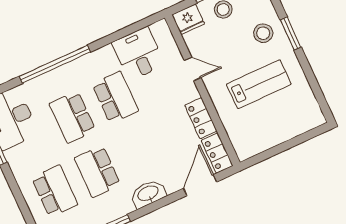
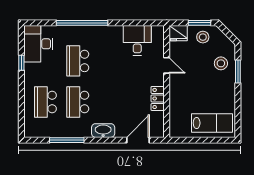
lab bench: (259, 84) -> (212, 123), moved
school desk: (115, 97) -> (110, 61), removed
locker: (217, 153) -> (158, 125), removed
school desk: (55, 191) -> (45, 102), turned 180

